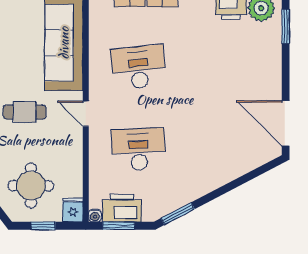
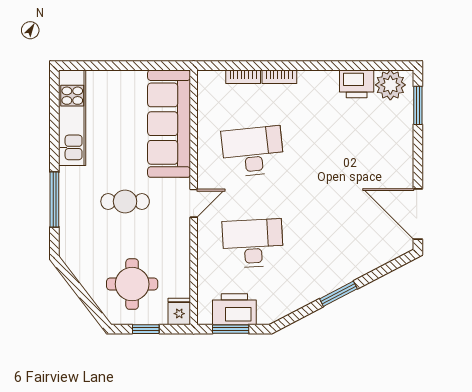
door: (86, 114) -> (194, 203), swing flipped
window: (178, 214) -> (338, 294), moved
water cooler: (95, 216) -> (204, 318), removed

